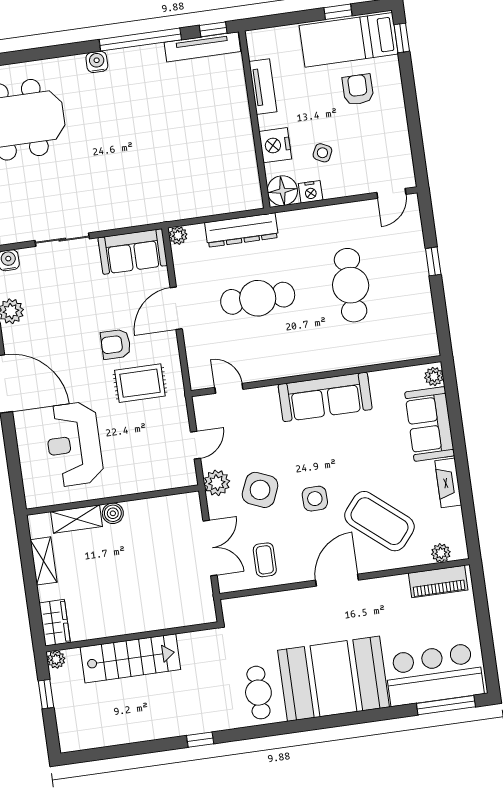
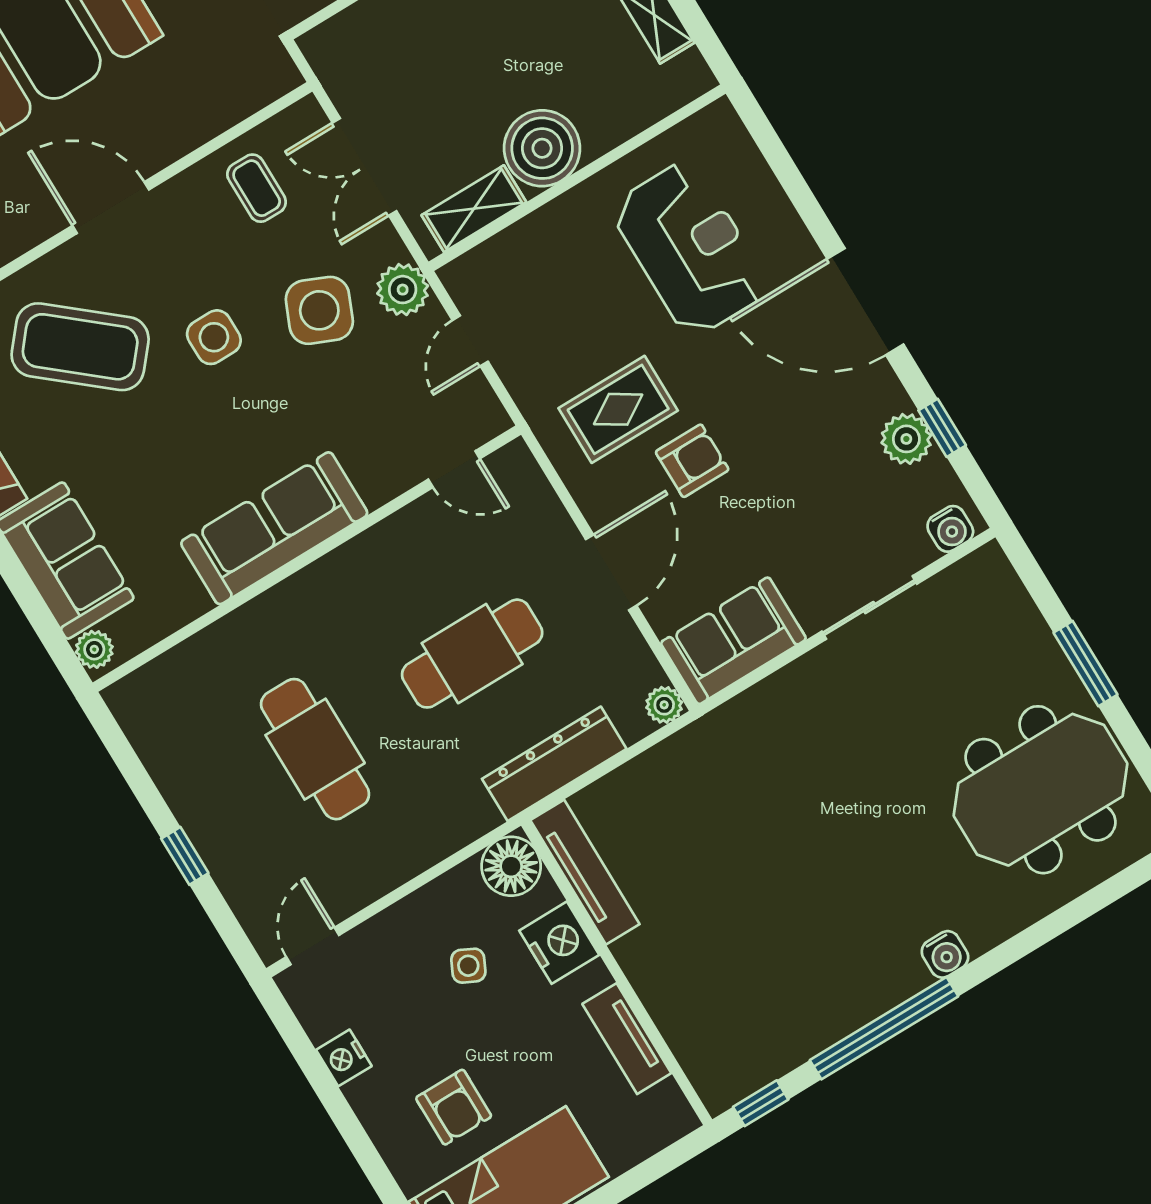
tv unit: (202, 47) -> (585, 872), moved, turned 90
nightstand: (311, 192) -> (344, 1058), moved, turned -90
boiler: (113, 513) -> (542, 148), width x1.86, depth x1.86
shelving: (76, 519) -> (474, 209), moved
door: (337, 580) -> (111, 208), swing flipped

